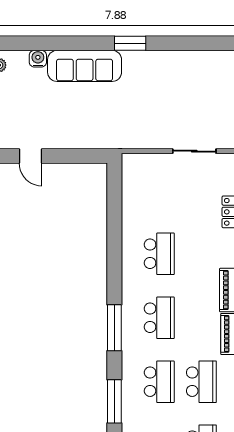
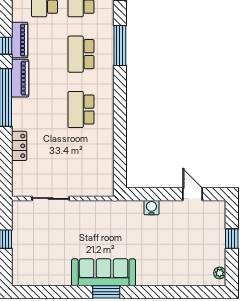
water cooler: (38, 59) -> (151, 208), moved, turned 180
sofa: (85, 66) -> (104, 272), moved

